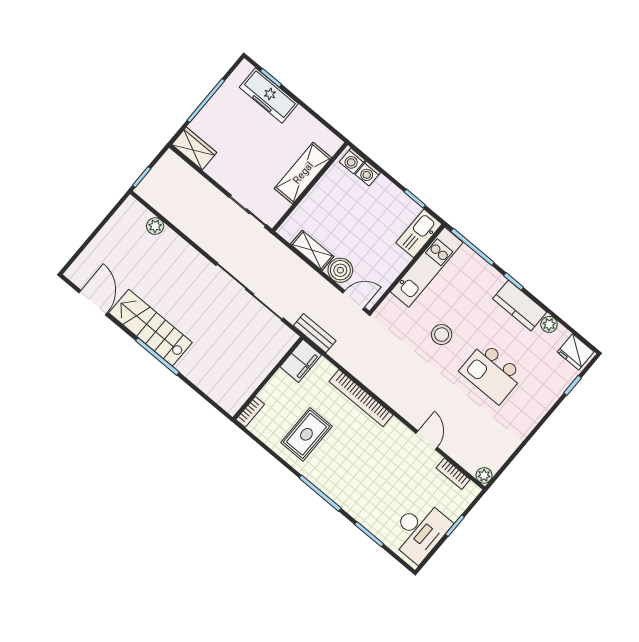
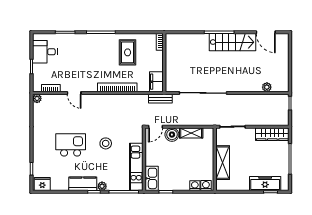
wardrobe: (194, 148) -> (272, 134), width x1.50
plant: (549, 324) -> (102, 186), moved
desk: (419, 531) -> (45, 52), width x0.73

